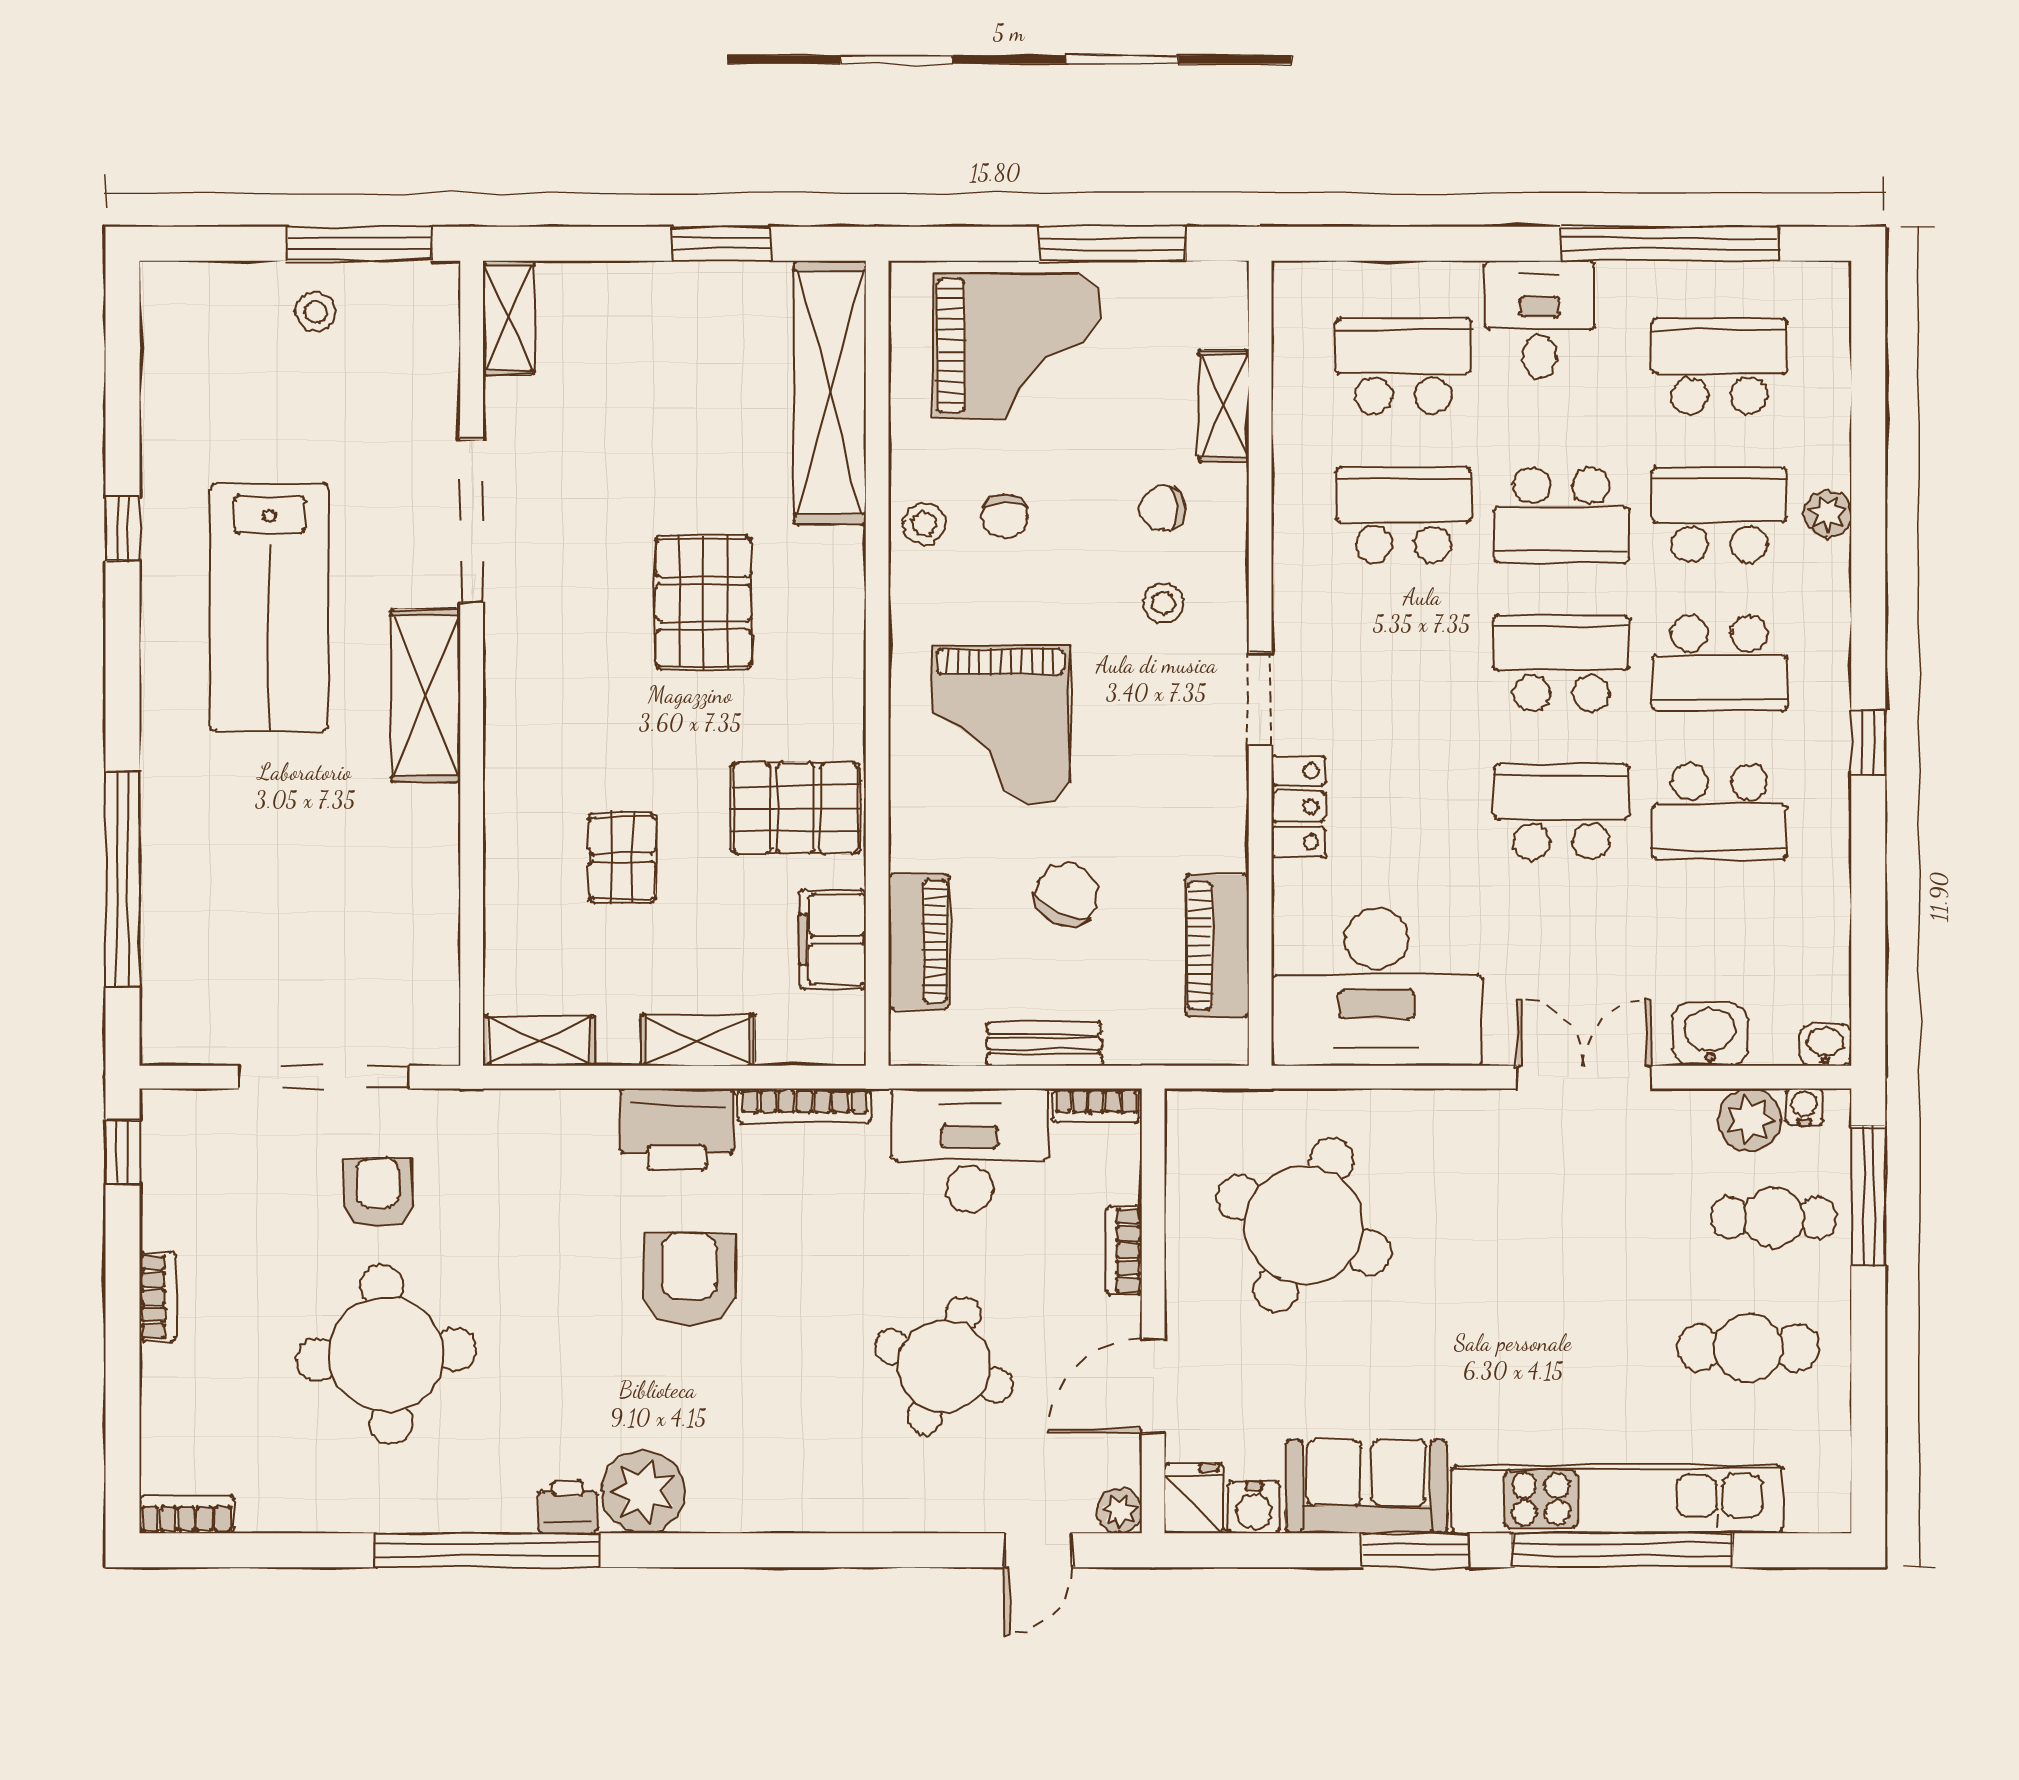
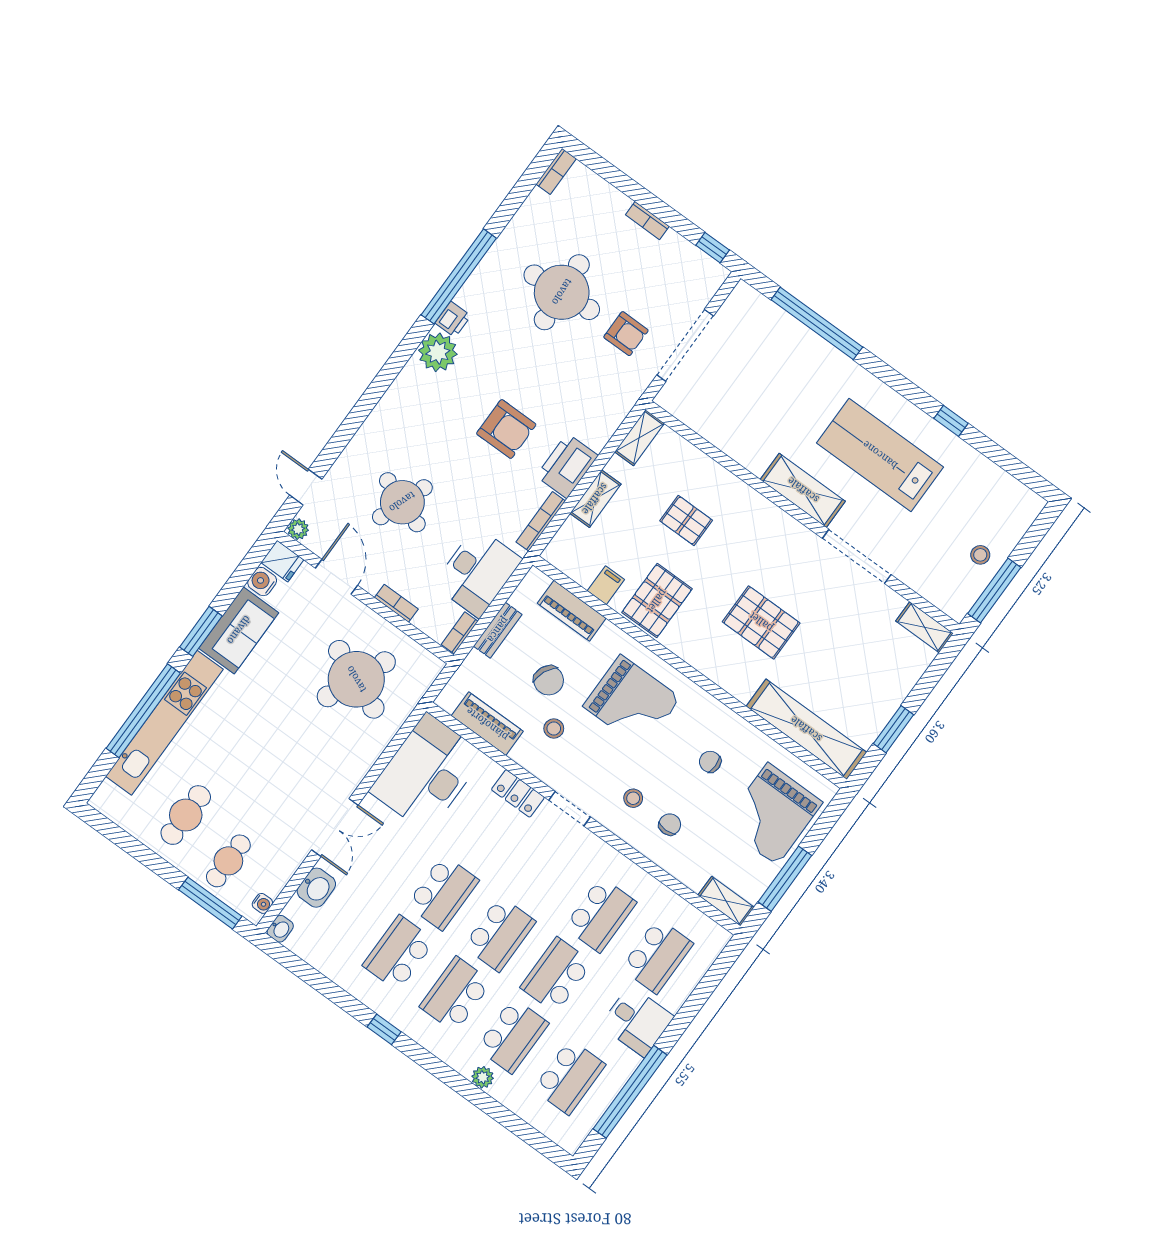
shelving: (1224, 406) -> (726, 901), moved
stool: (924, 524) -> (554, 729), moved
grand piano: (1001, 725) -> (632, 702), turned 180
filing cabinet: (833, 940) -> (606, 585), width x0.50
plant: (1750, 1120) -> (272, 879), removed

